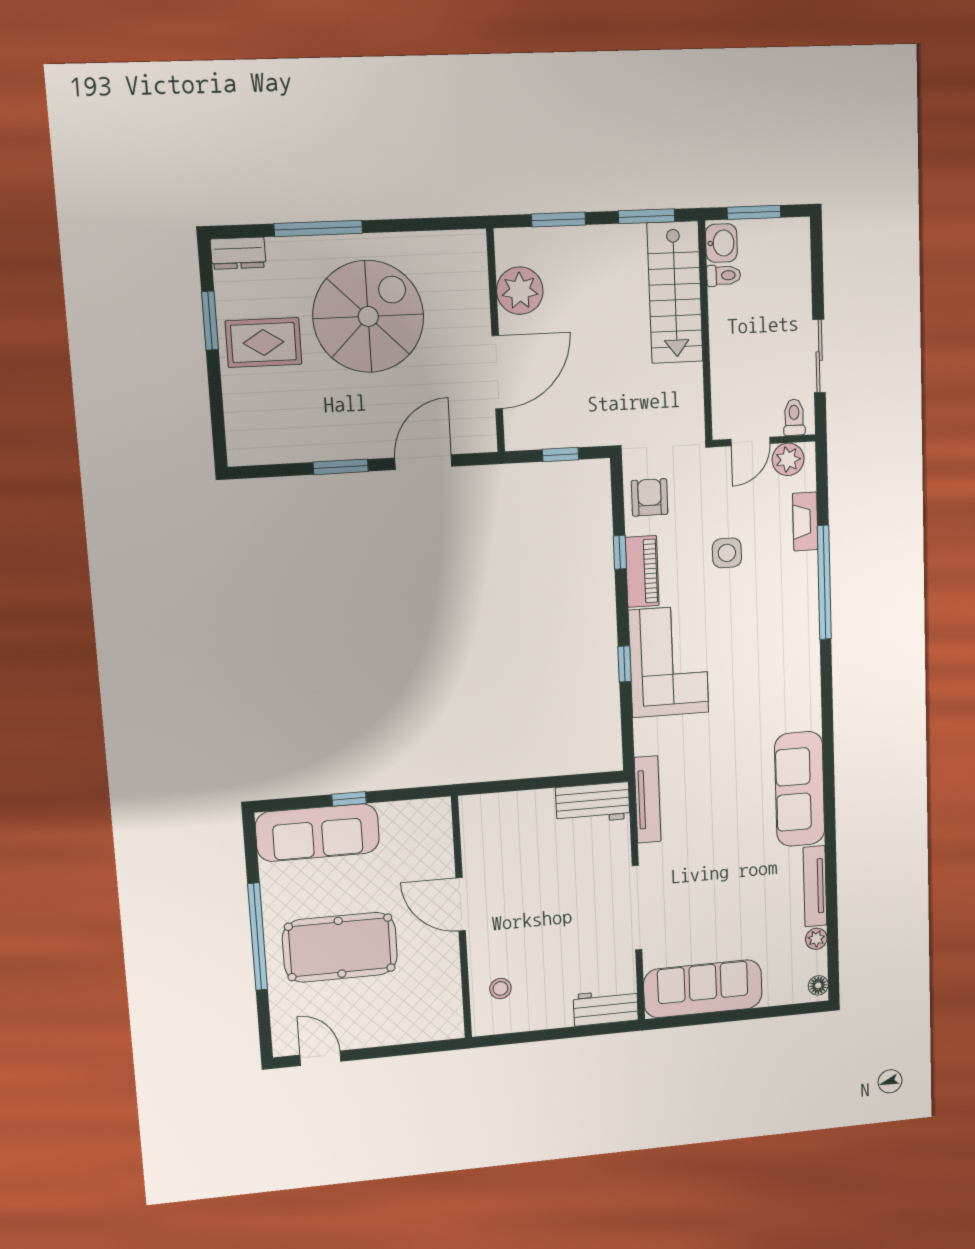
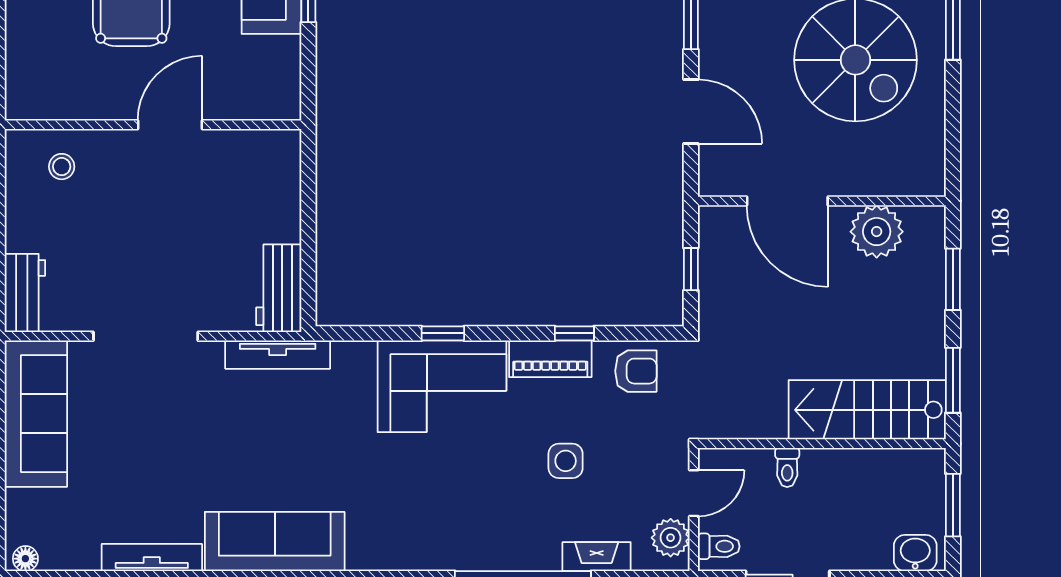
washbasin: (721, 243) -> (915, 553), moved, turned 180
toilet: (724, 275) -> (787, 467), moved
door: (750, 441) -> (694, 493), swing flipped
plant: (816, 939) -> (85, 558), removed

